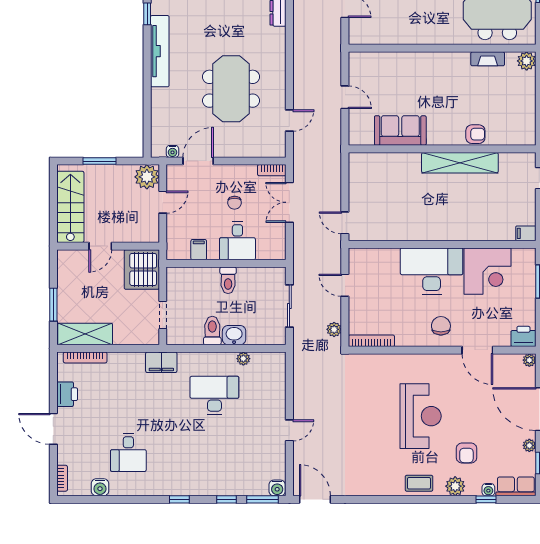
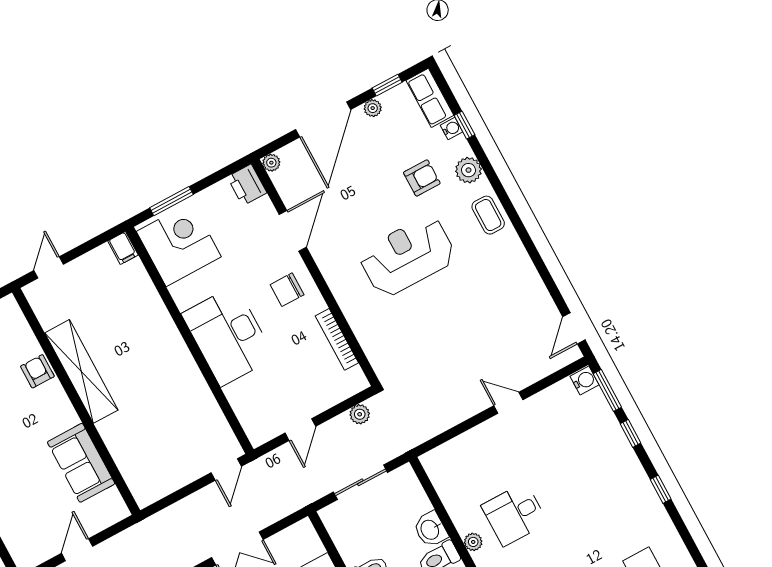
corner desk: (487, 271) -> (179, 244), moved
bookcase: (371, 341) -> (337, 339), moved
plant: (243, 359) -> (473, 542), moved
desk: (214, 395) -> (514, 514), width x0.73
door: (315, 499) -> (574, 328), width x0.73

